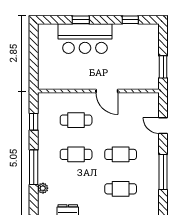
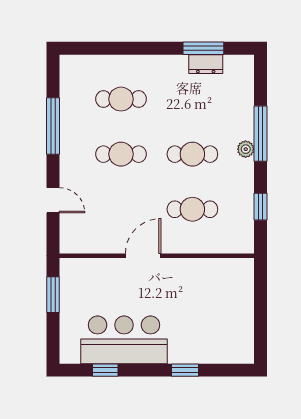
bar counter: (85, 39) -> (124, 340), moved
door: (107, 91) -> (143, 256), hinge flipped
plant: (43, 188) -> (246, 149), moved

